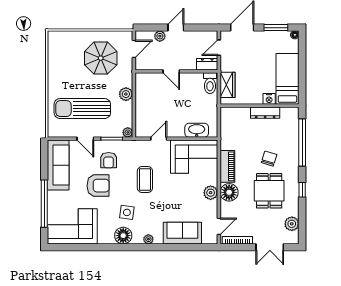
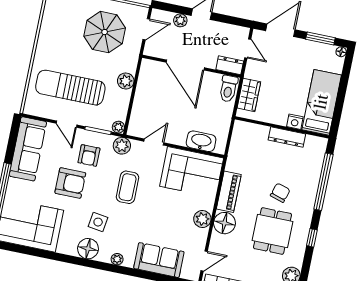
door: (219, 48) -> (248, 48), swing flipped
door: (171, 71) -> (185, 65), width x1.88
plant: (134, 147) -> (122, 146), added

